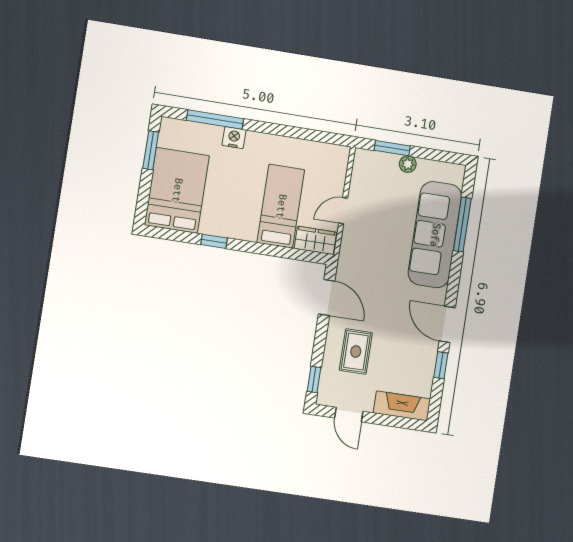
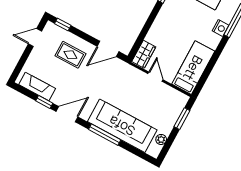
plant: (408, 164) -> (161, 139), moved
bed: (281, 206) -> (193, 68), moved, turned -90
window: (462, 225) -> (105, 135), moved
fireplace: (402, 406) -> (37, 87), moved, turned -90

